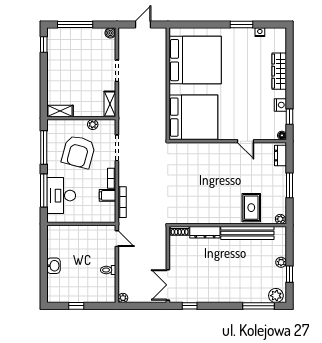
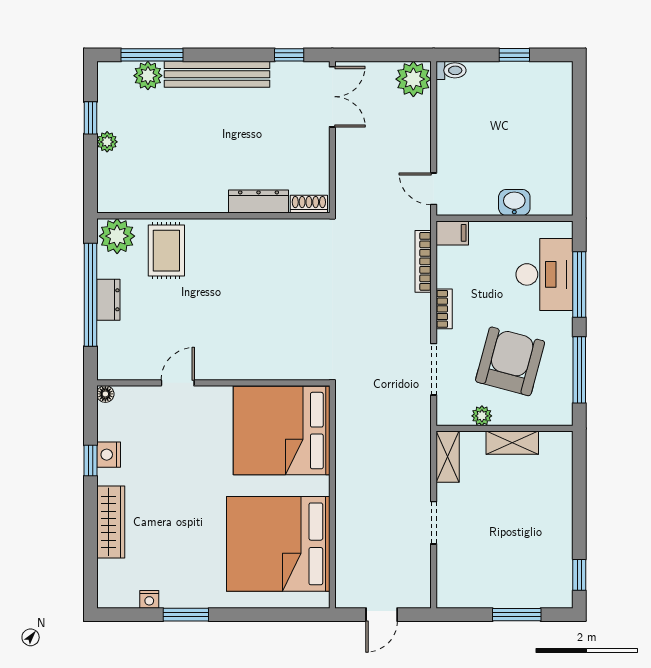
window: (75, 25) -> (517, 615), width x0.69
boiler: (110, 33) -> (447, 598), removed
shelving: (60, 111) -> (512, 443), moved
window: (289, 117) -> (90, 461), moved
door: (246, 141) -> (178, 383), hinge flipped
dresser: (280, 156) -> (108, 300), moved
window: (289, 185) -> (90, 295), width x2.11
filing cabinet: (108, 195) -> (452, 233), moved
plant: (280, 219) -> (117, 236), width x1.87, depth x1.87
bench: (247, 233) -> (217, 74), moved
washbasin: (54, 266) -> (514, 202), moved, turned 90
toilet: (108, 270) -> (451, 70), moved
plant: (276, 296) -> (148, 76), moved
plant: (123, 298) -> (413, 79), width x1.87, depth x1.87

